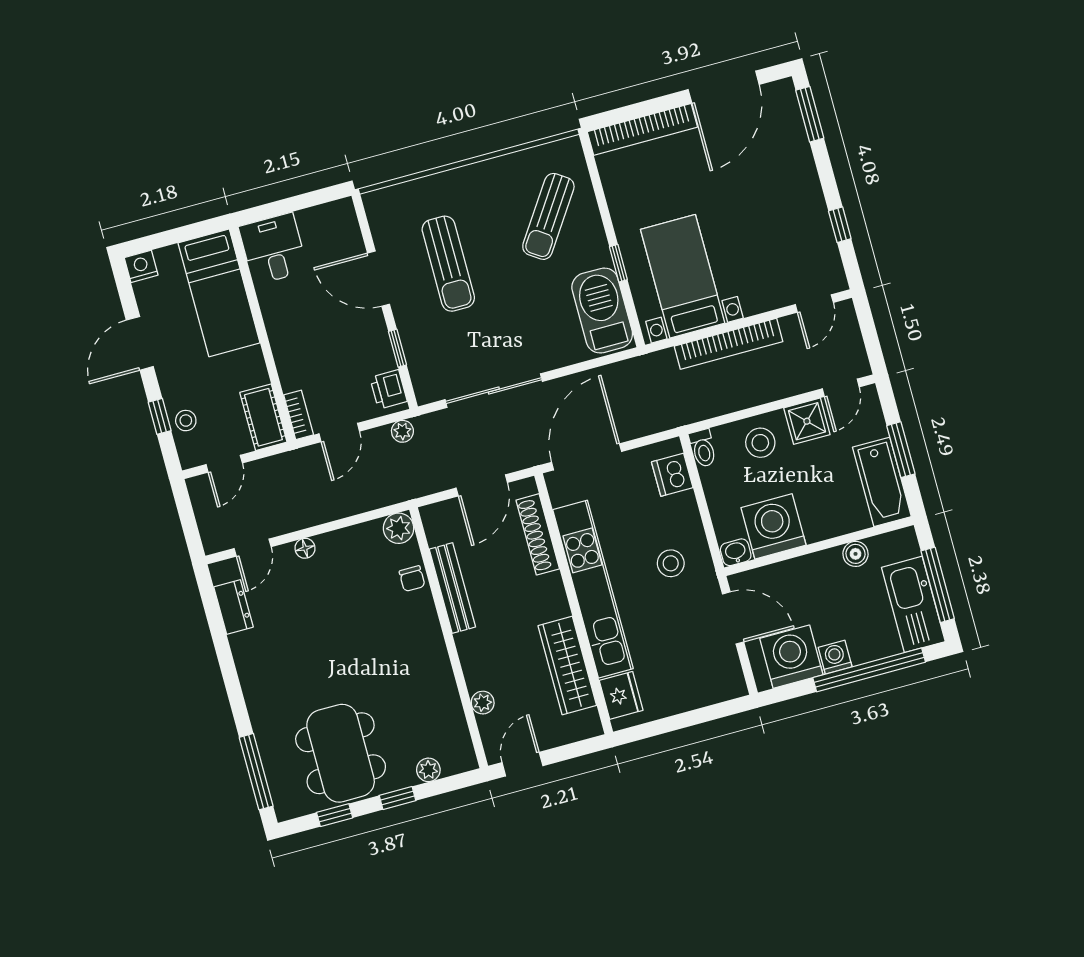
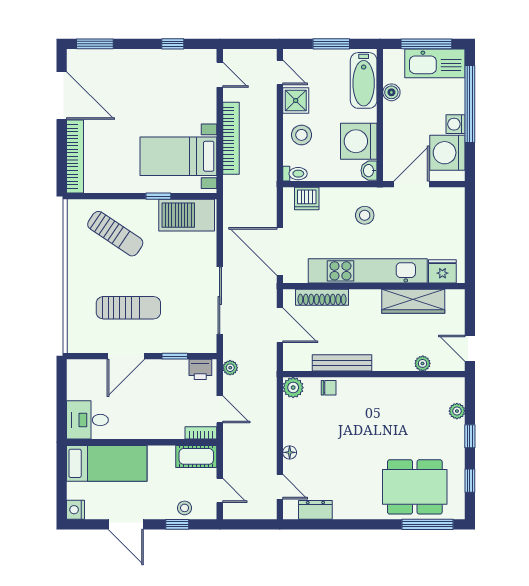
bathtub: (882, 482) -> (364, 80), moved, turned 90
dining table: (341, 753) -> (415, 487), moved

